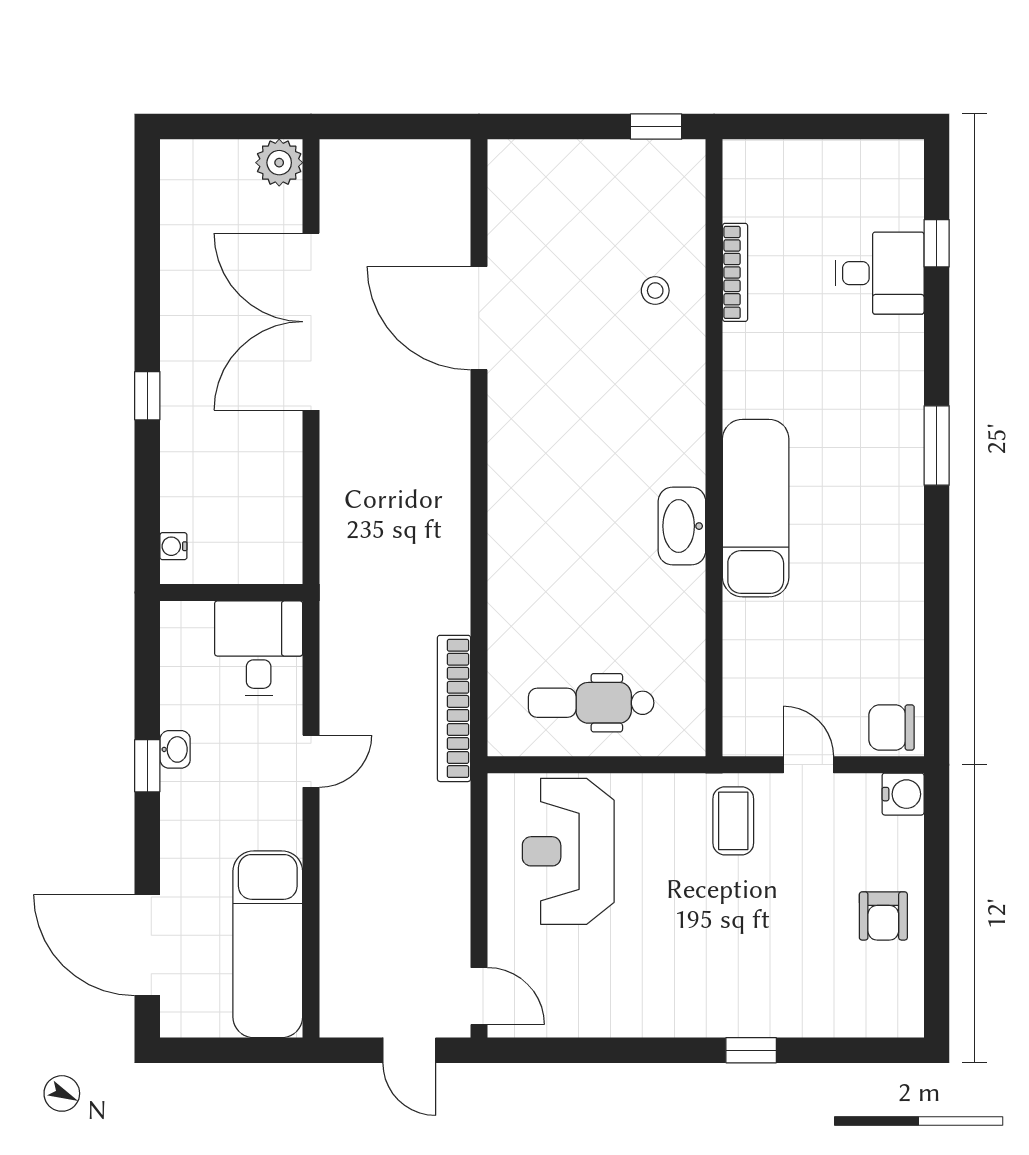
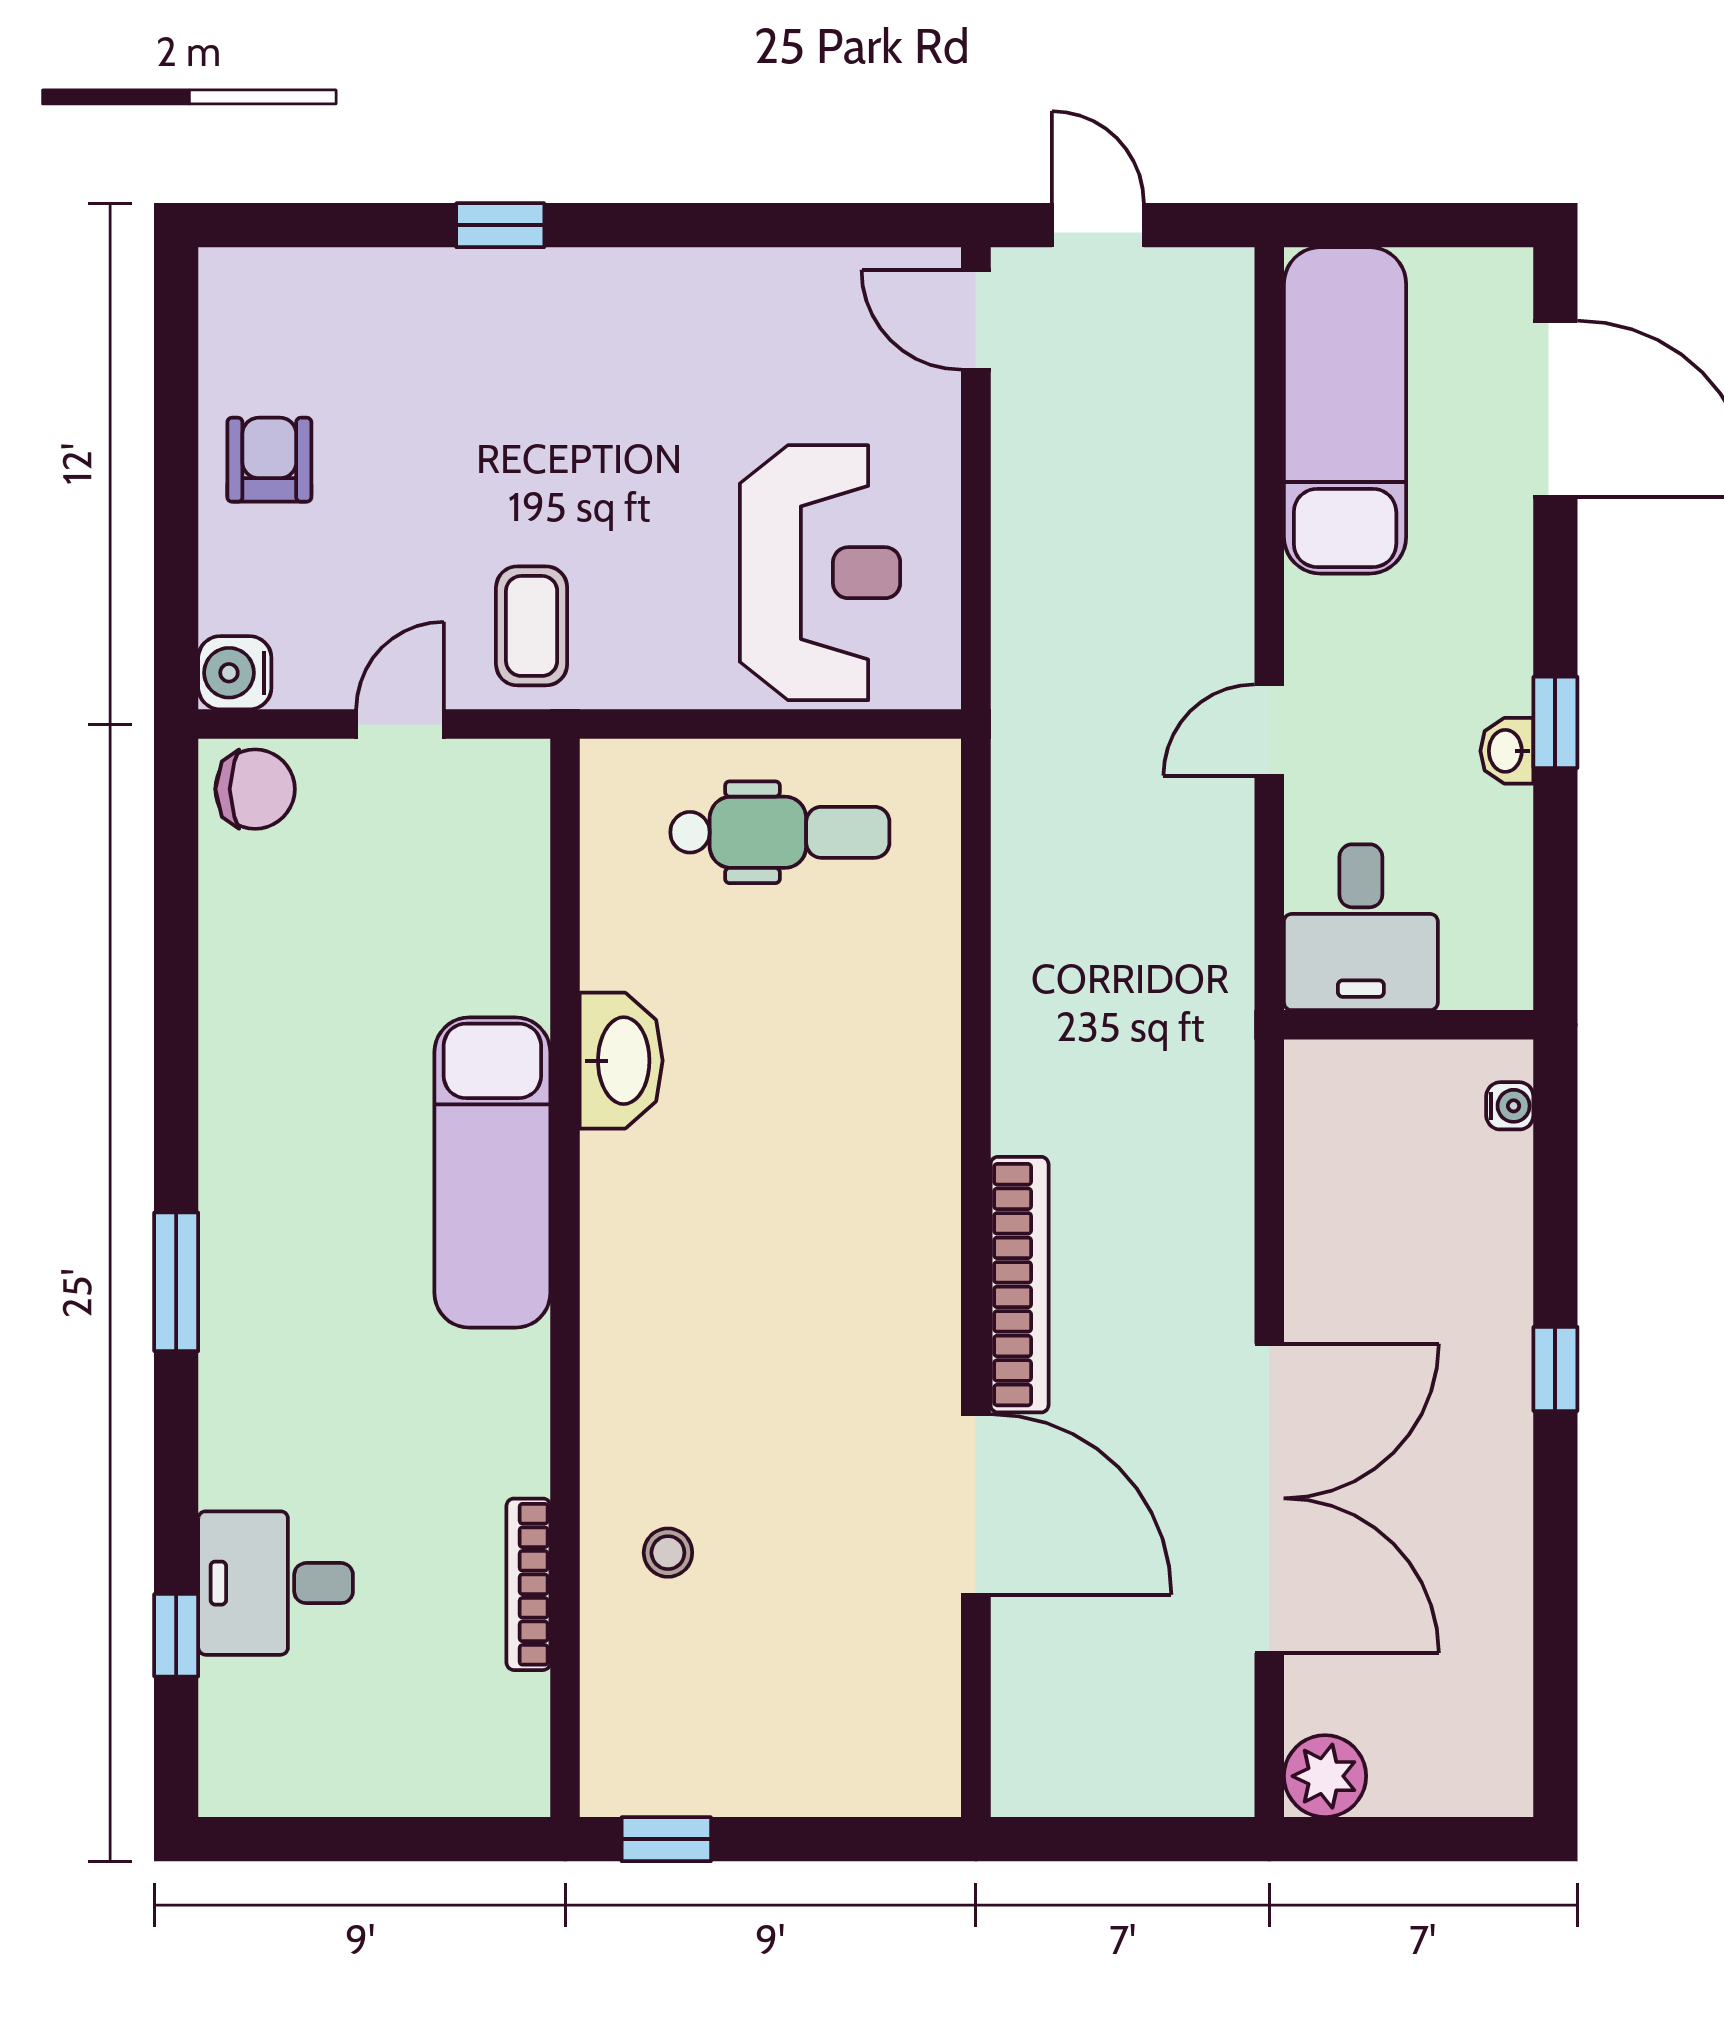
washbasin: (682, 526) -> (621, 1061), moved
bookcase: (454, 708) -> (1020, 1285), moved
door: (809, 765) -> (400, 724), swing flipped

